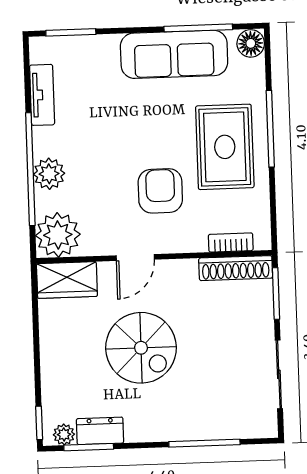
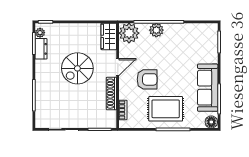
tv unit: (42, 95) -> (192, 28), removed
door: (135, 257) -> (118, 67), swing flipped
shoe rack: (236, 268) -> (111, 94), moved

